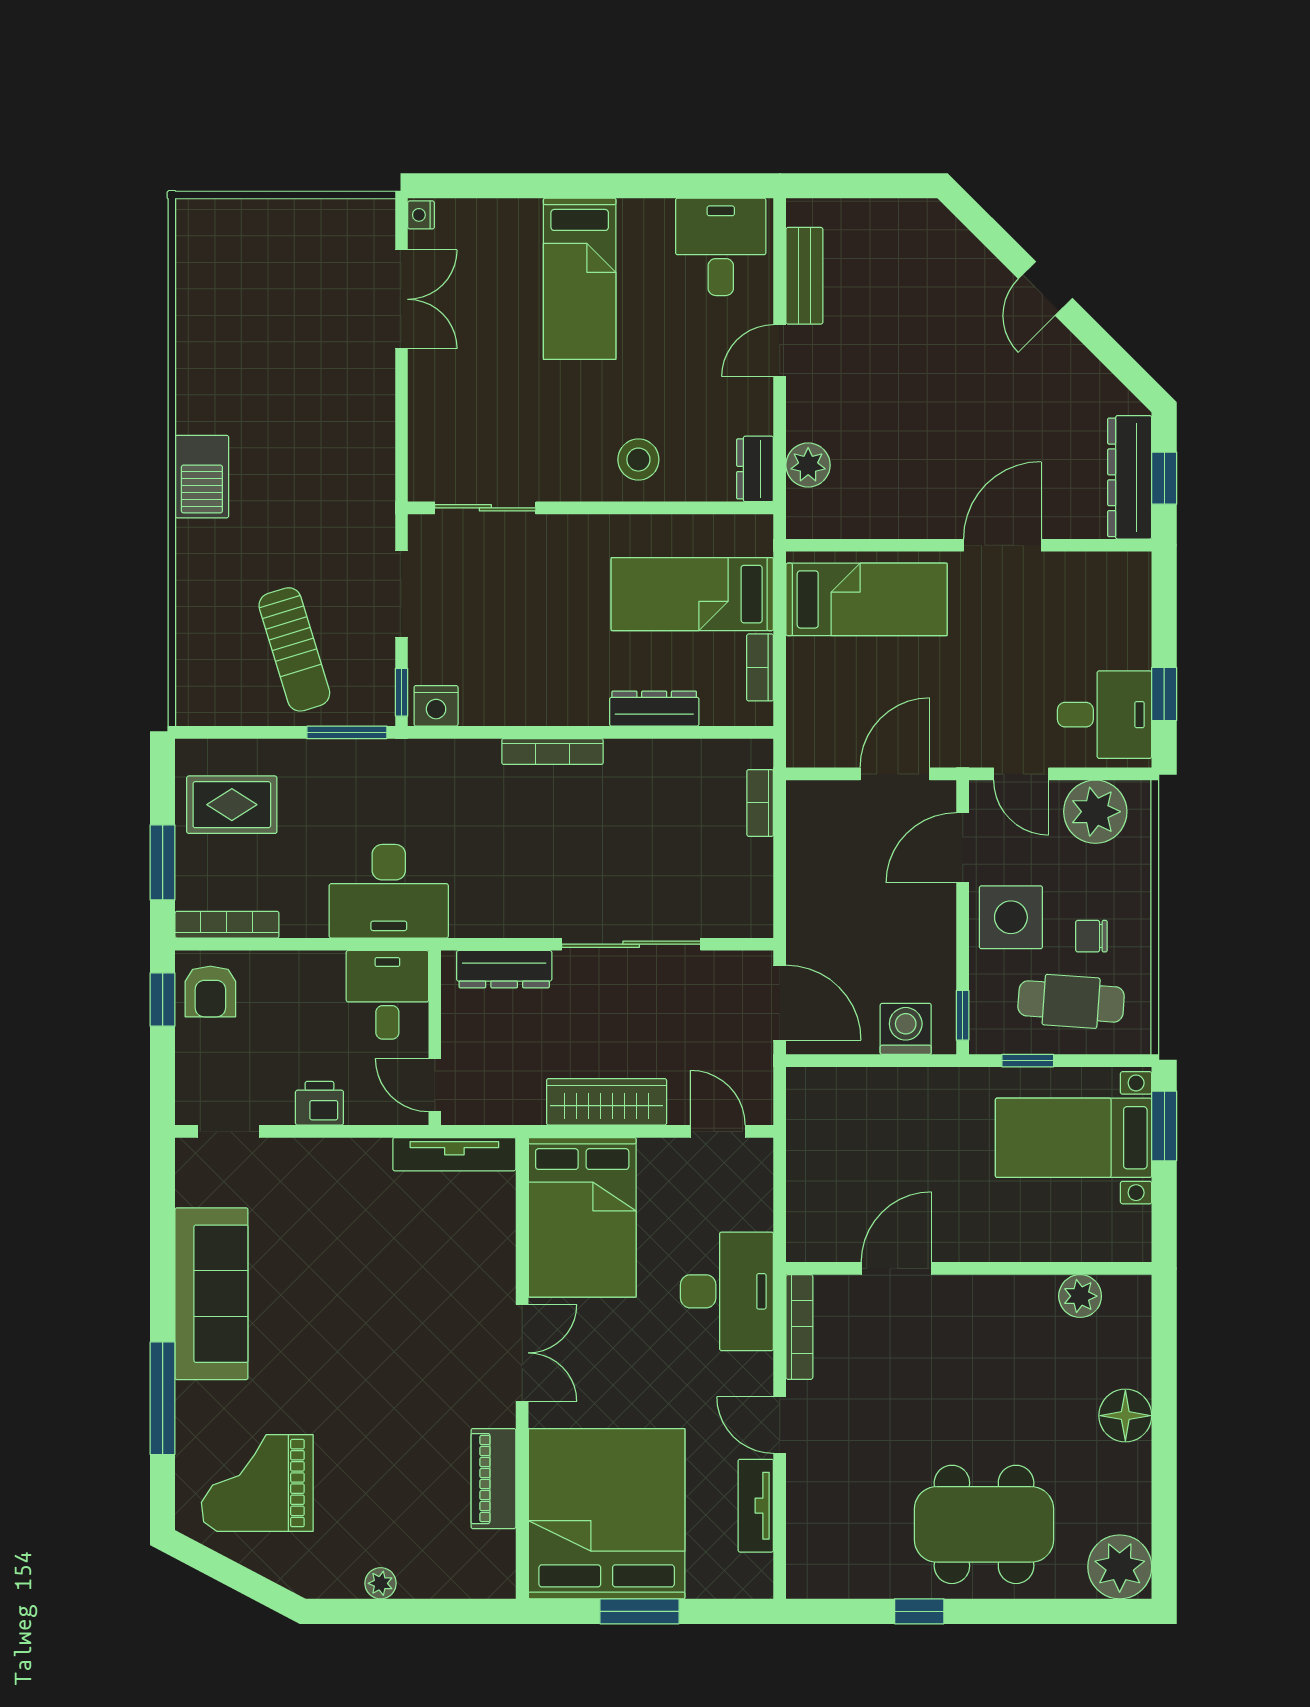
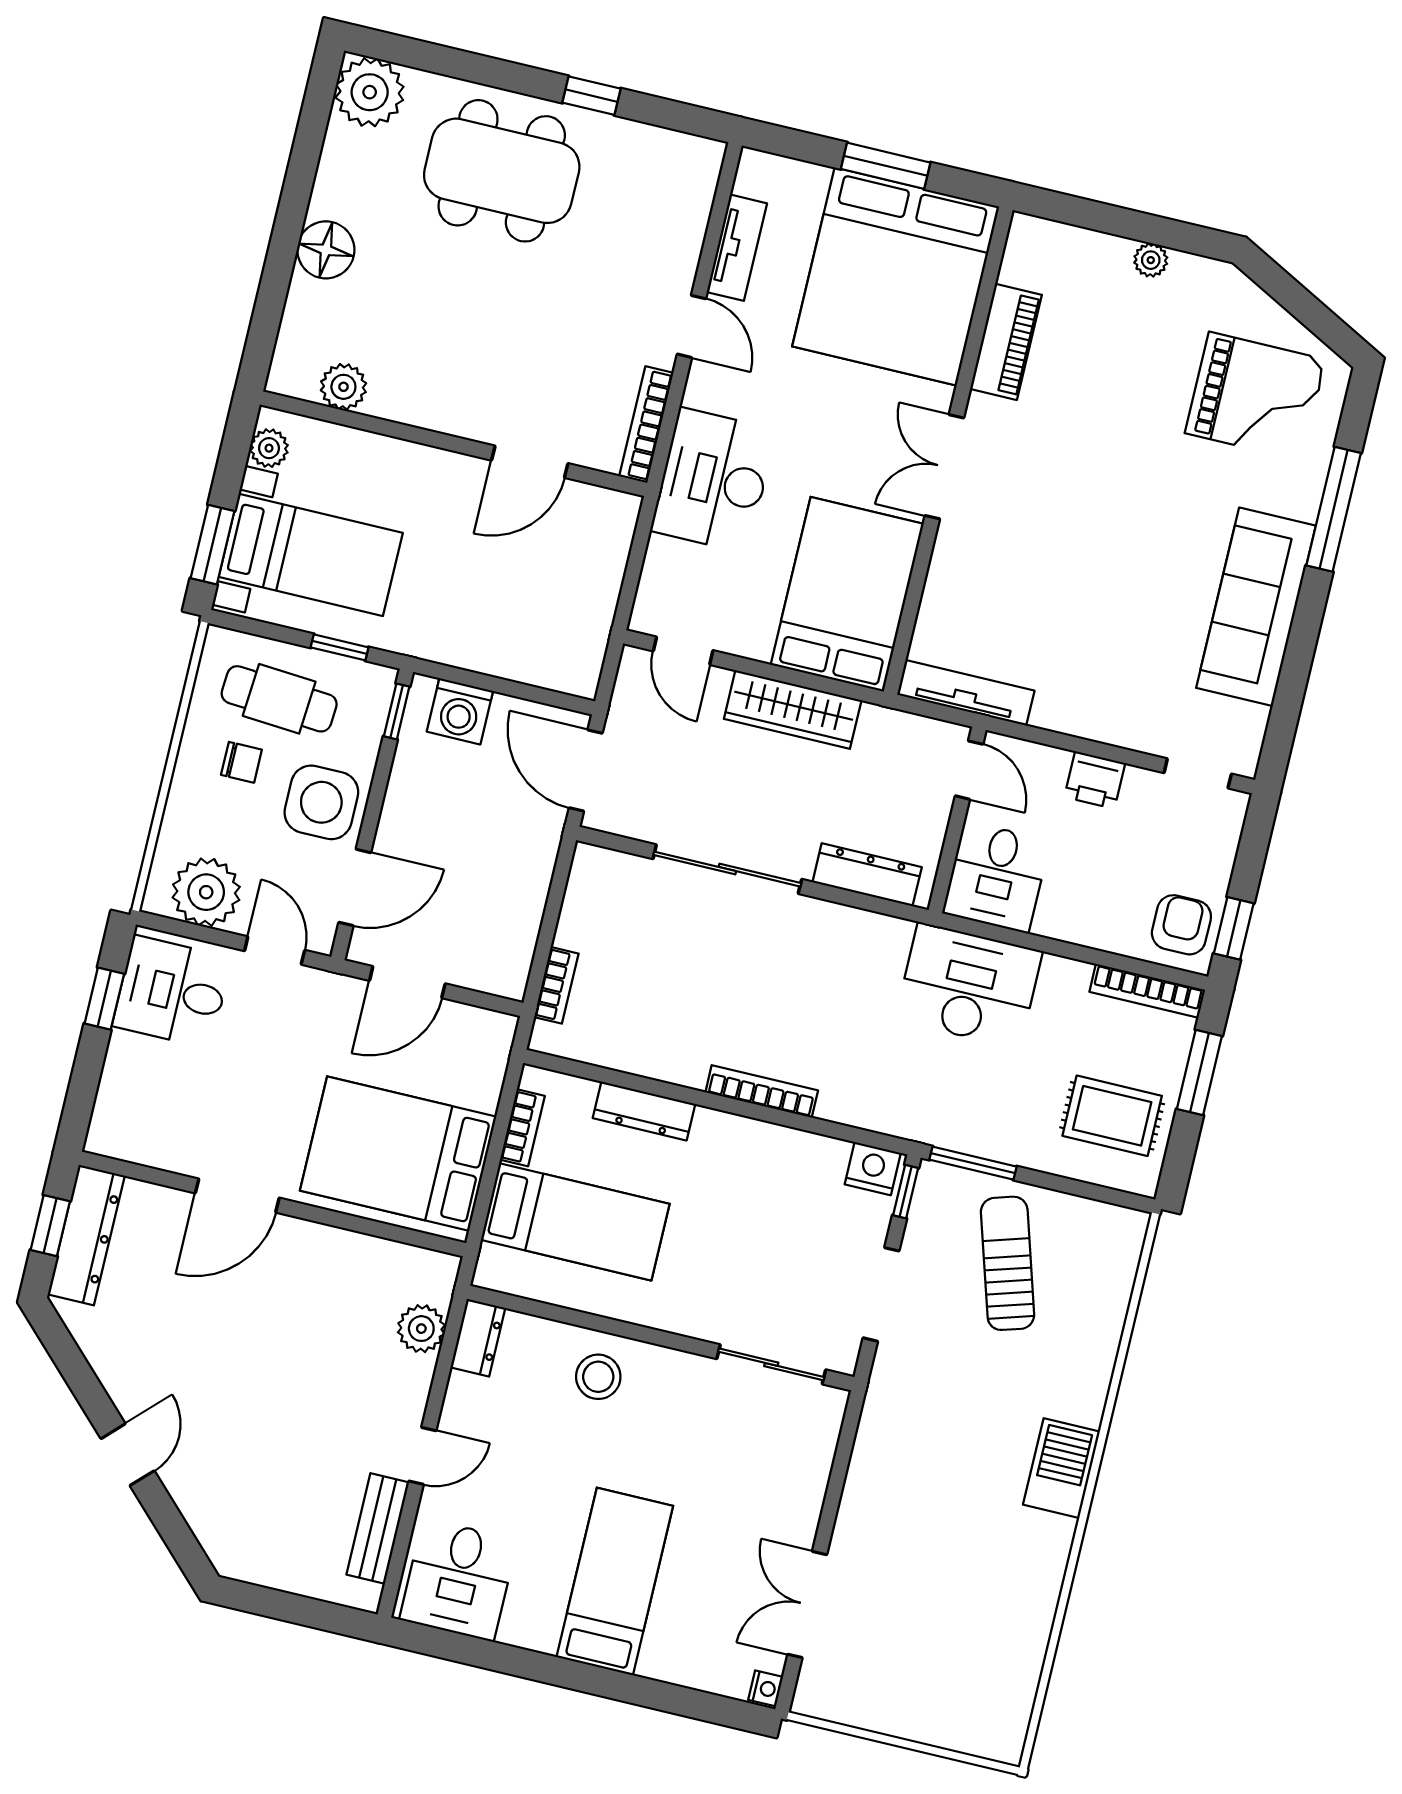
bed: (866, 599) -> (398, 1154), width x1.50
plant: (1134, 1225) -> (269, 448), added

